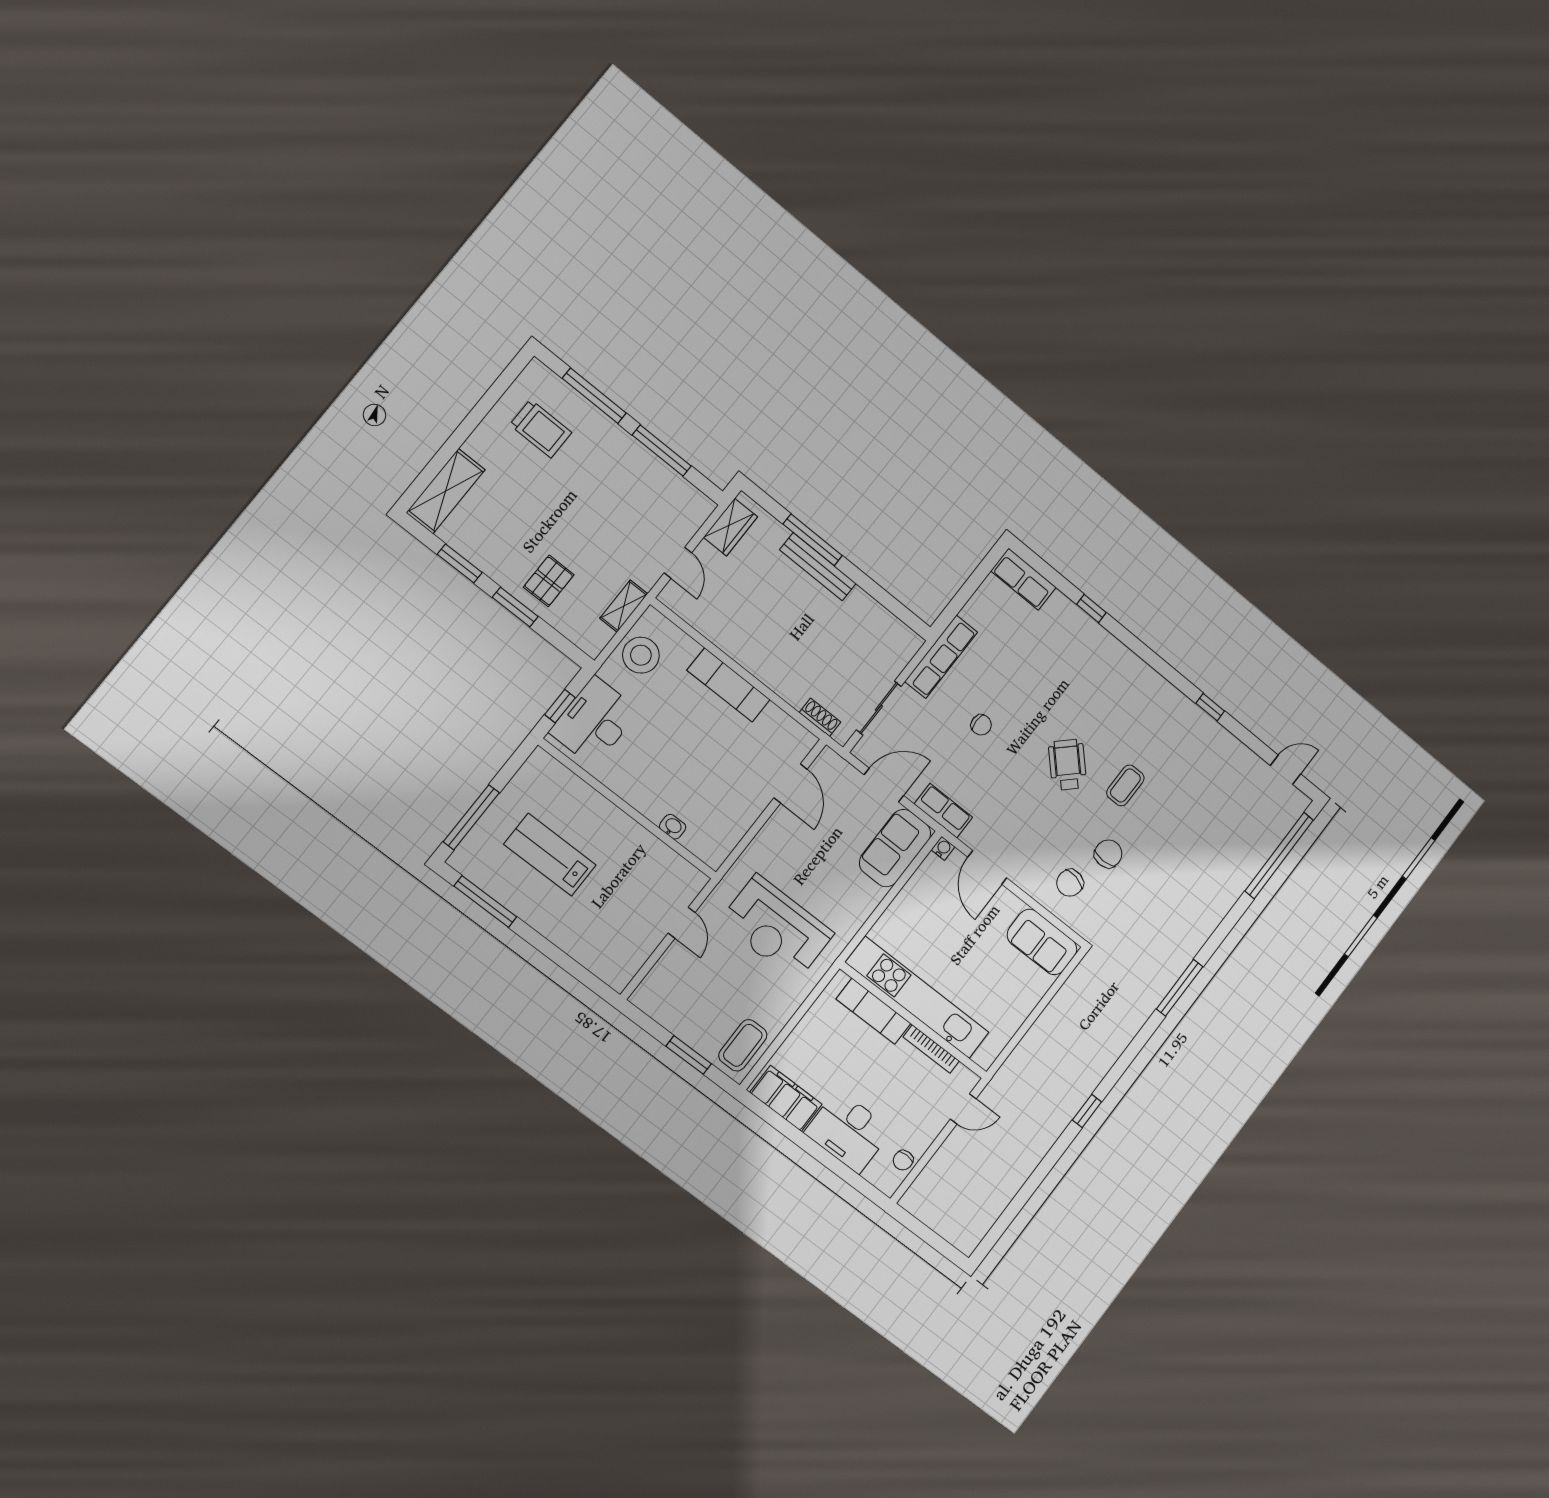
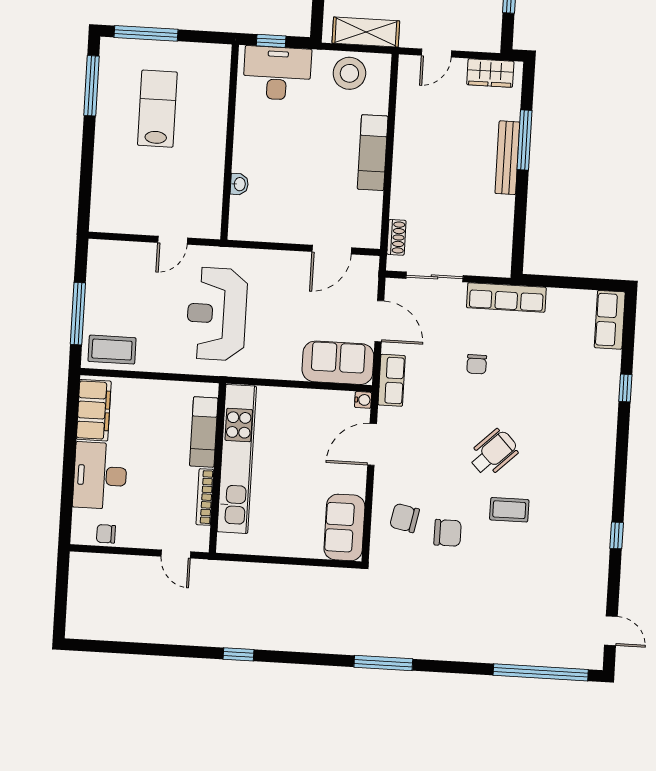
shelving: (624, 606) -> (366, 32), width x1.50, depth x1.33
window: (689, 1055) -> (78, 314), width x1.44

